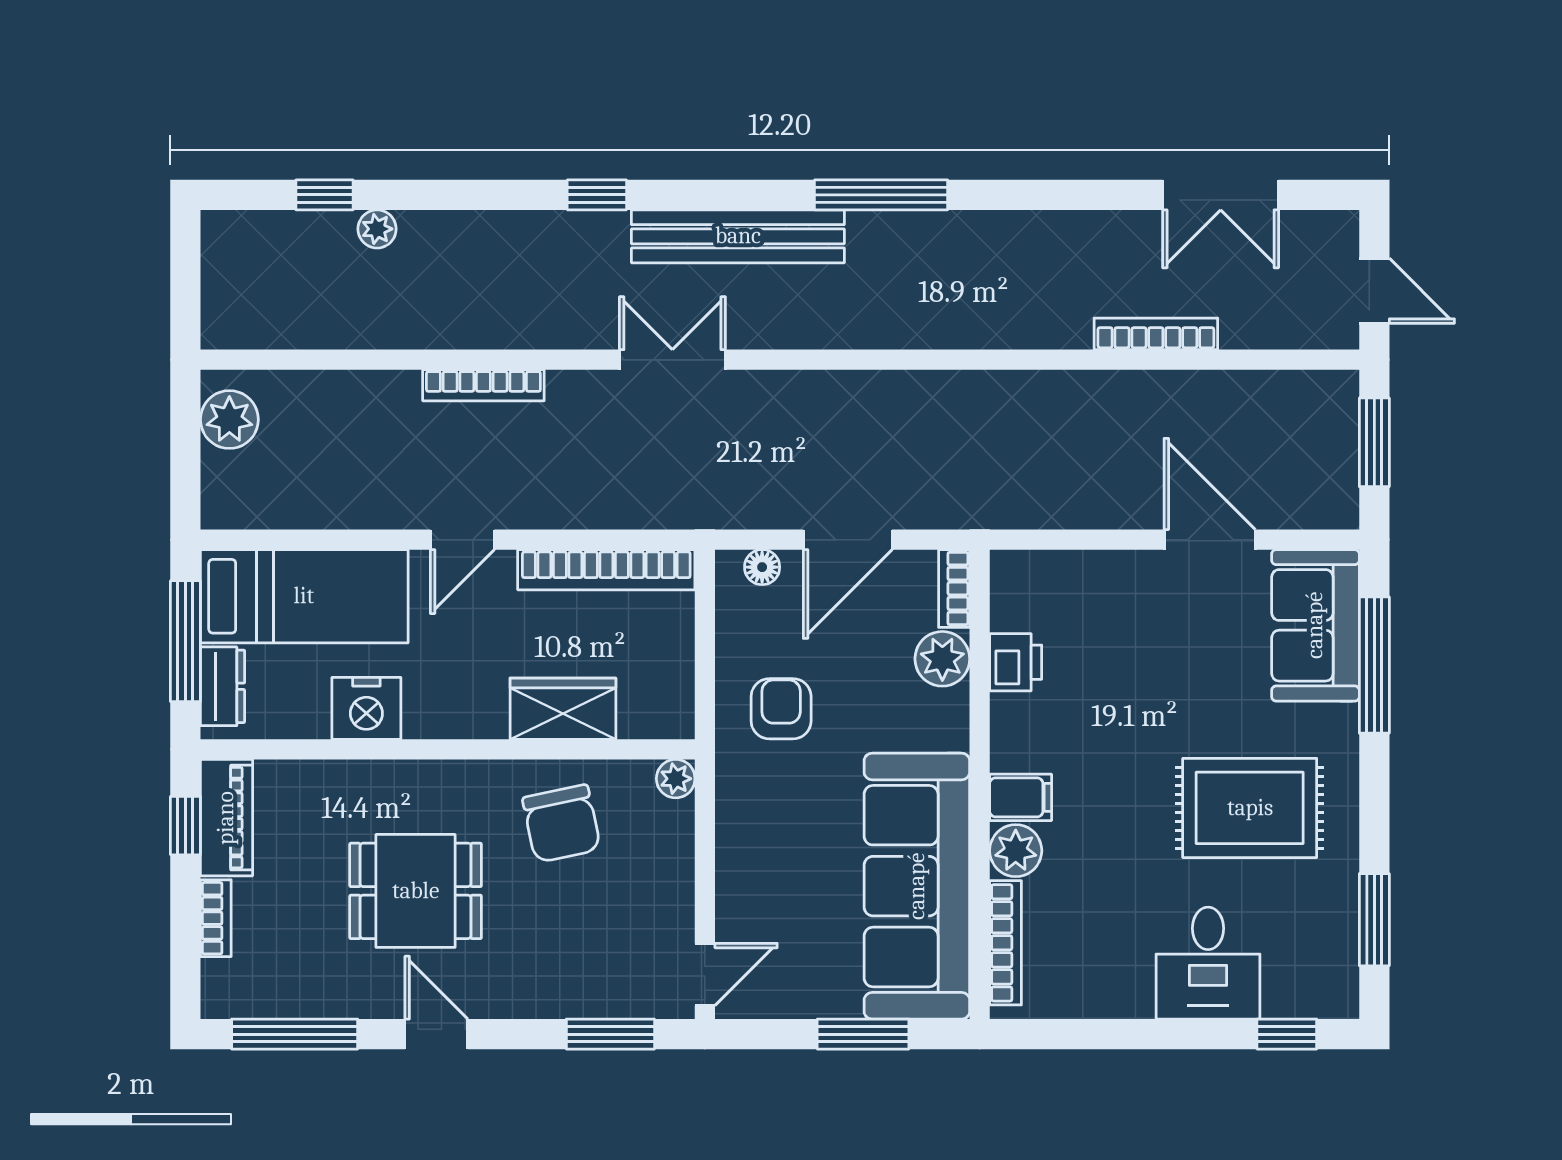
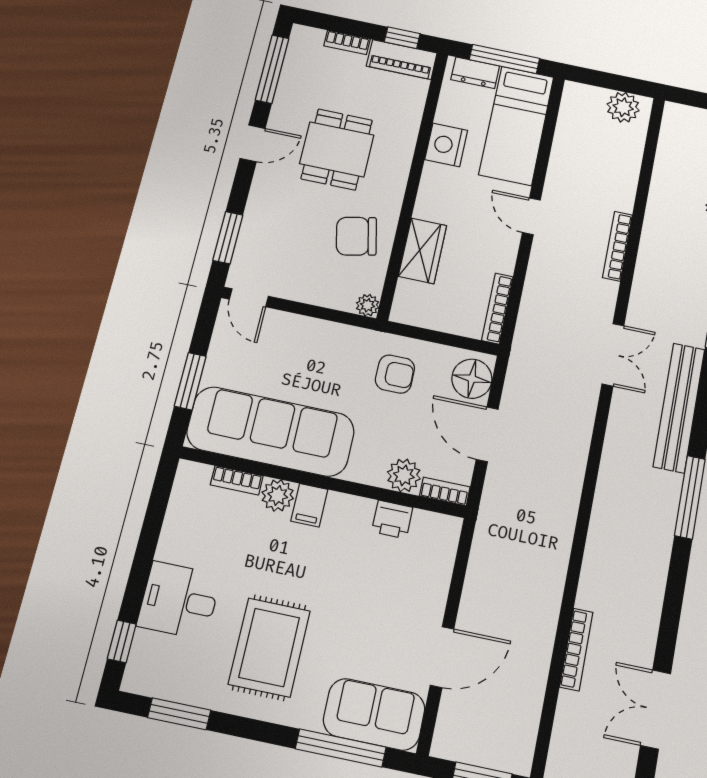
floor lamp: (762, 567) -> (472, 379), width x1.89, depth x1.89
bookcase: (606, 570) -> (497, 309), width x0.68, depth x0.76
bookcase: (1006, 943) -> (237, 480), width x0.64

